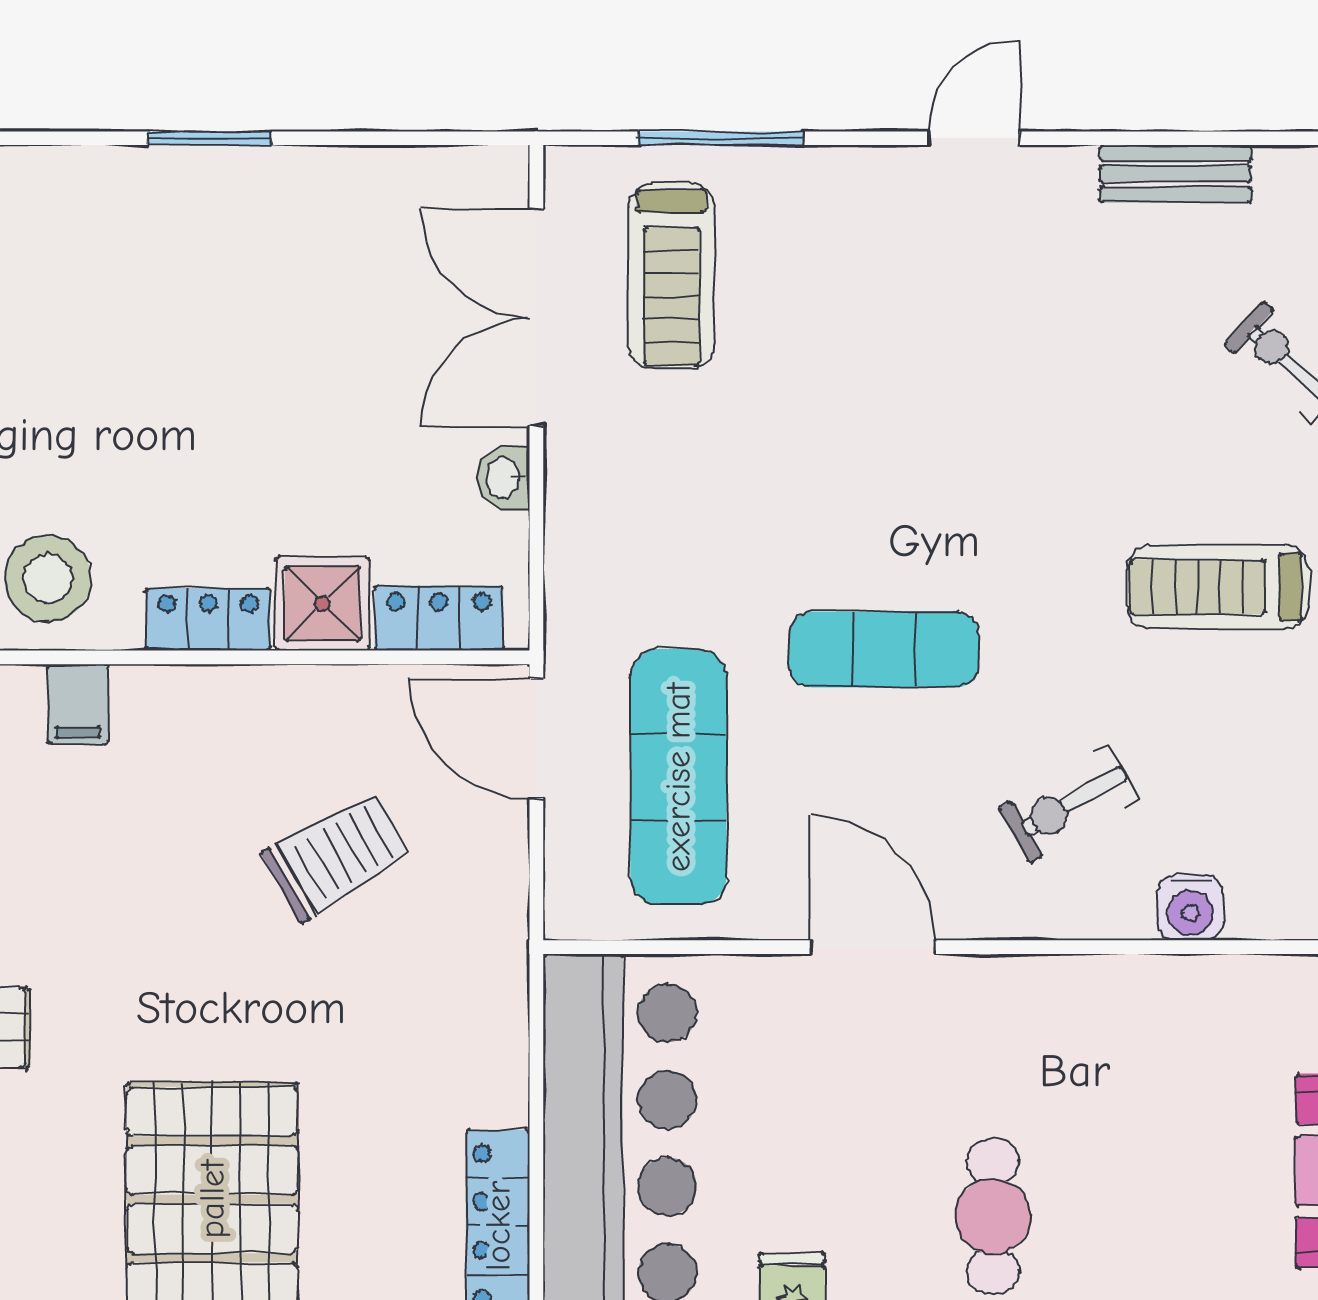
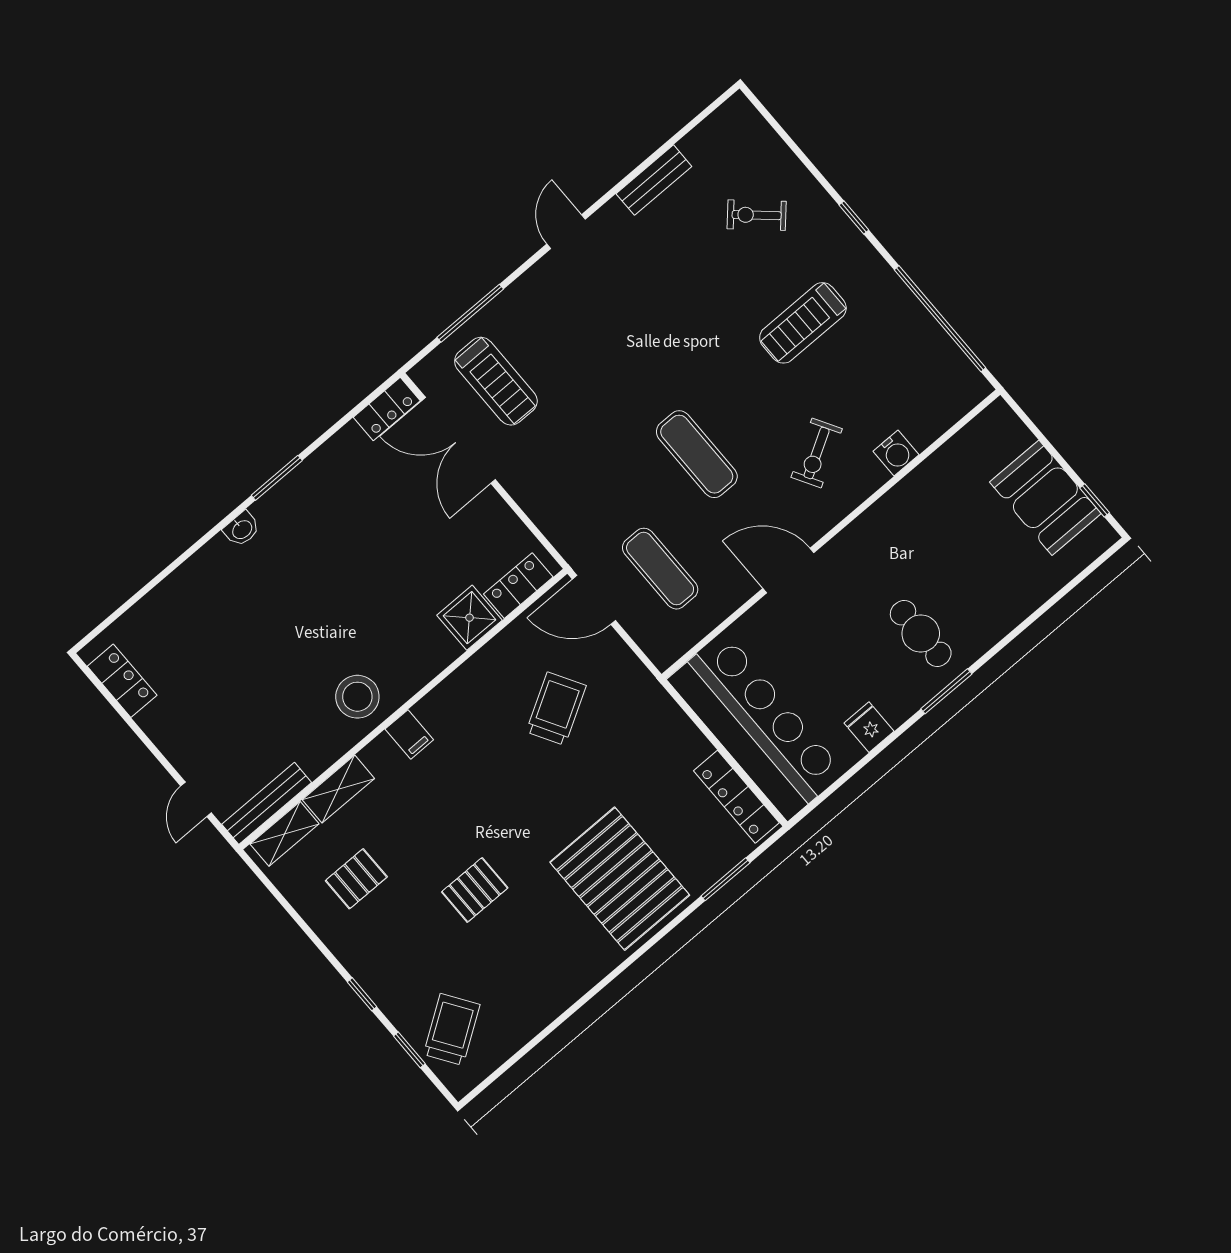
washbasin: (504, 478) -> (242, 529), moved, turned -90
locker: (208, 619) -> (387, 409), moved, turned 180
exercise mat: (884, 650) -> (697, 454), turned 90
exercise mat: (678, 777) -> (660, 569), width x0.73, depth x0.69

